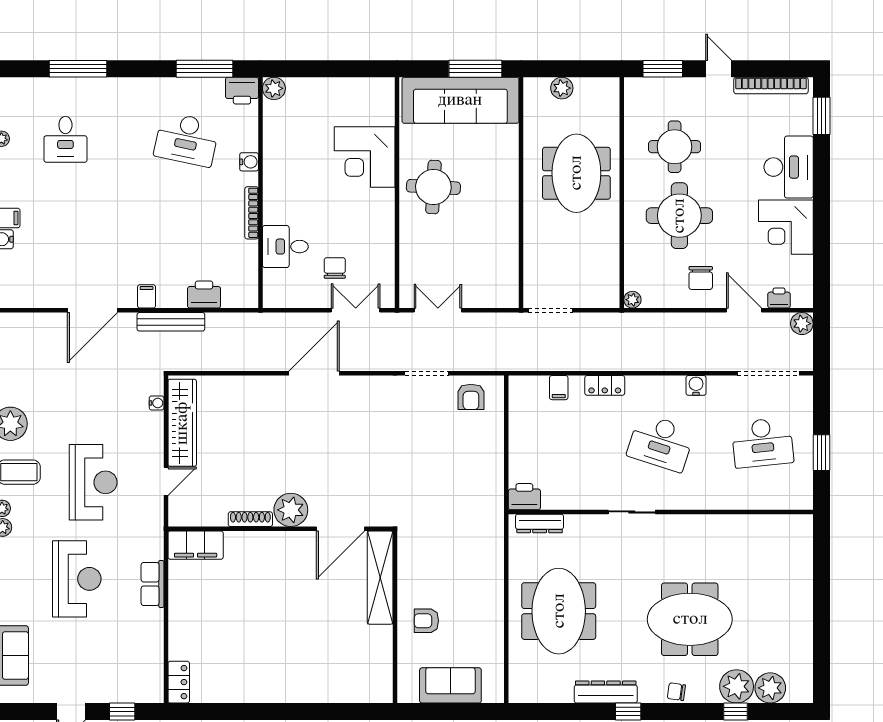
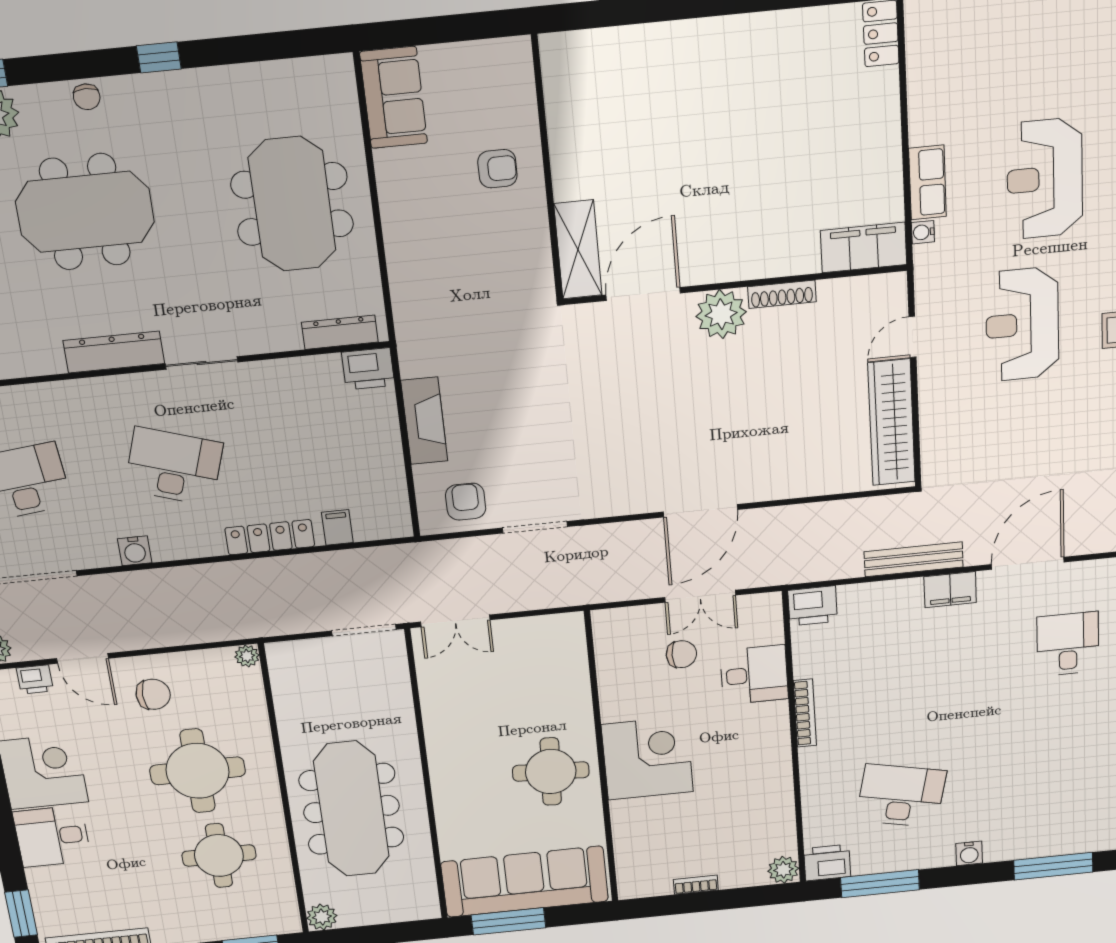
bookcase: (338, 83) -> (696, 885), added
plant: (562, 88) -> (322, 917), moved
desk: (65, 139) -> (1068, 644), moved
corner desk: (365, 157) -> (647, 758), moved
water cooler: (249, 162) -> (969, 853), moved, turned -90
desk: (789, 167) -> (52, 836), width x0.73
meeting table: (576, 173) -> (351, 809), width x1.36
chair: (335, 268) -> (681, 654), turned -90
chair: (701, 278) -> (153, 694), turned 90
printer: (204, 295) -> (813, 606), moved
filing cabinet: (147, 296) -> (950, 590), width x2.00
double door: (356, 310) -> (700, 596), moved
double door: (438, 310) -> (455, 621), moved
locker: (605, 385) -> (270, 537), width x1.53
water cooler: (157, 403) -> (923, 232), moved
fireplace: (492, 457) -> (424, 421), added
shelving: (380, 578) -> (578, 250), width x0.68
sofa: (450, 685) -> (394, 98), moved, turned -90
dresser: (606, 692) -> (114, 352), moved, turned 180
chair: (676, 692) -> (87, 97), turned 82

